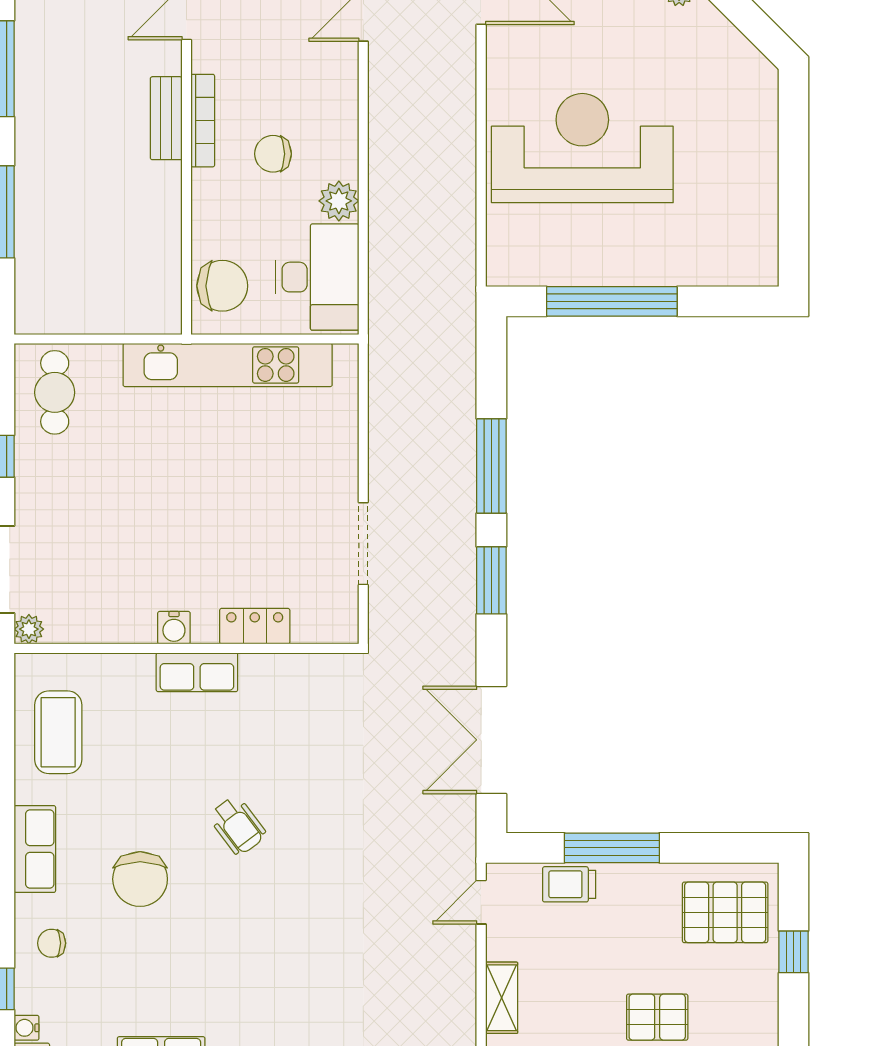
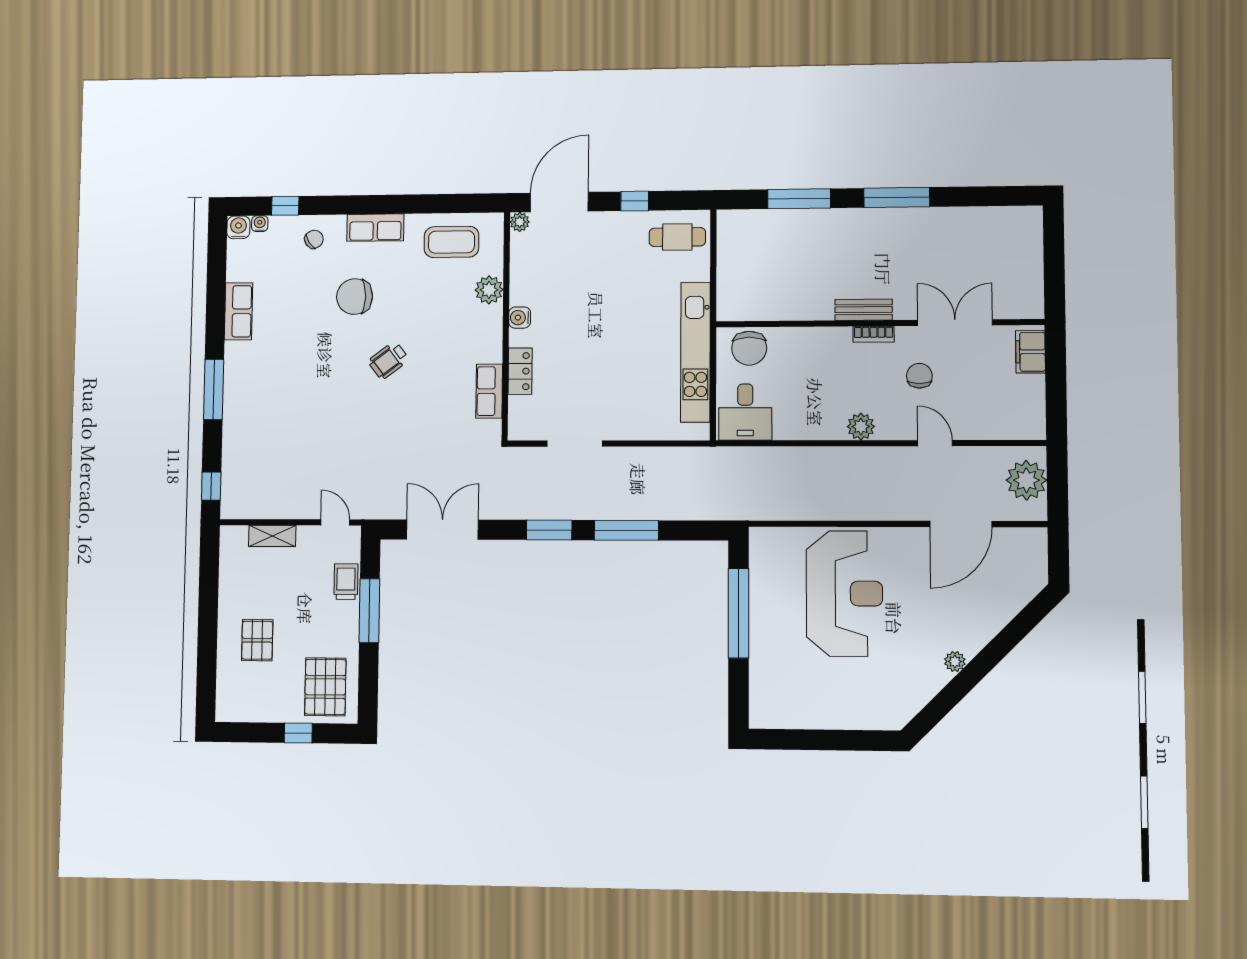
bookcase: (203, 121) -> (874, 334), width x0.64
chair: (273, 154) -> (919, 376), moved
plant: (339, 201) -> (861, 427), moved
desk: (317, 277) -> (745, 412), width x0.73
row of seats: (197, 672) -> (489, 391), moved
plant: (132, 674) -> (489, 290), added
chair: (52, 943) -> (314, 239), turned 56

